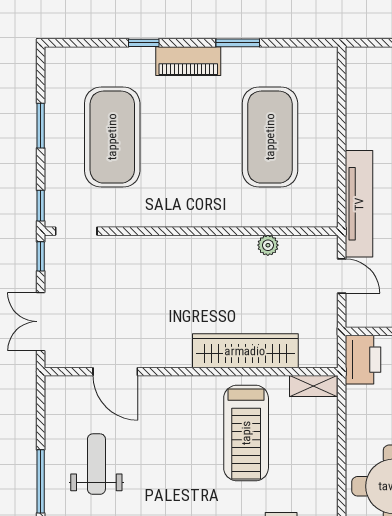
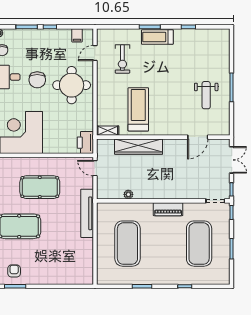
piano: (188, 61) -> (168, 209), moved, turned 180
door: (342, 276) -> (95, 168), moved
door: (115, 372) -> (198, 137), swing flipped

